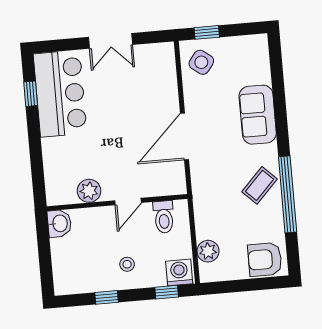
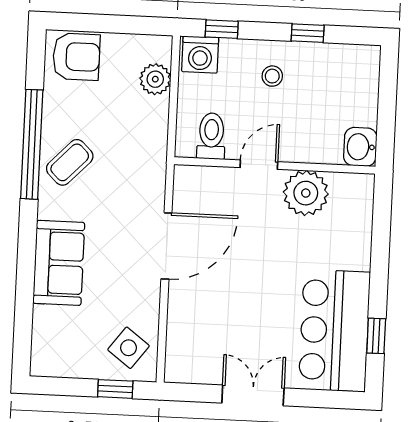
plant: (89, 191) -> (306, 193), width x1.36, depth x1.36

